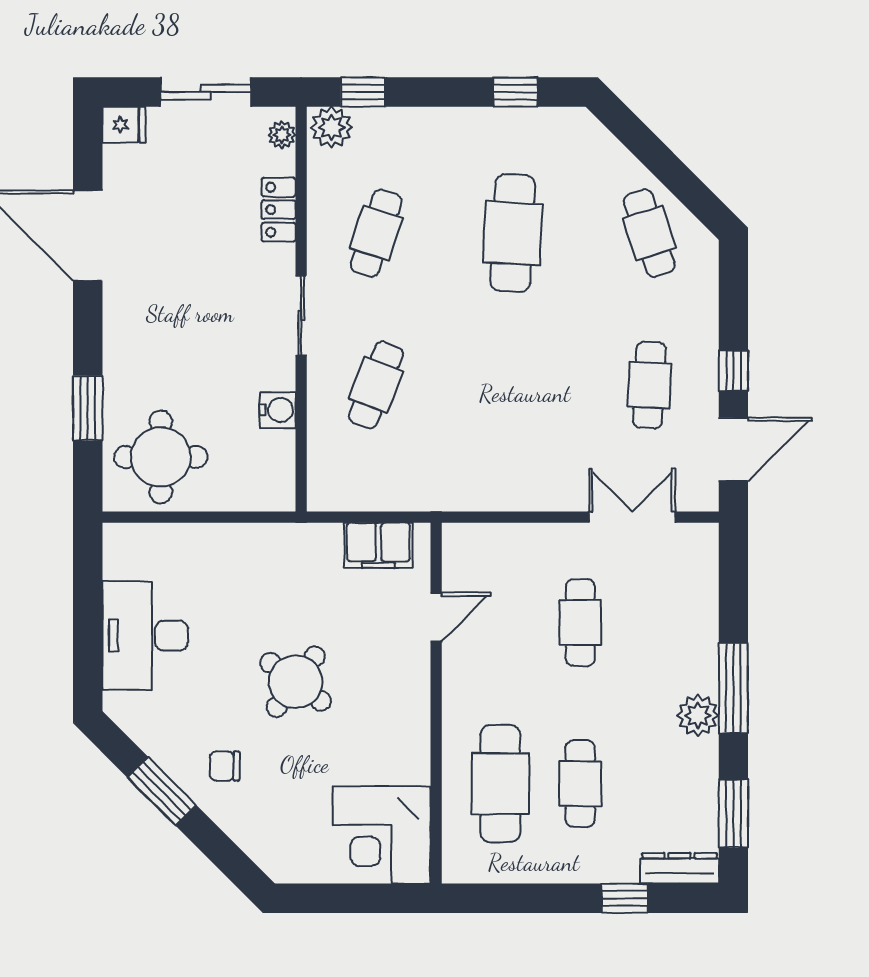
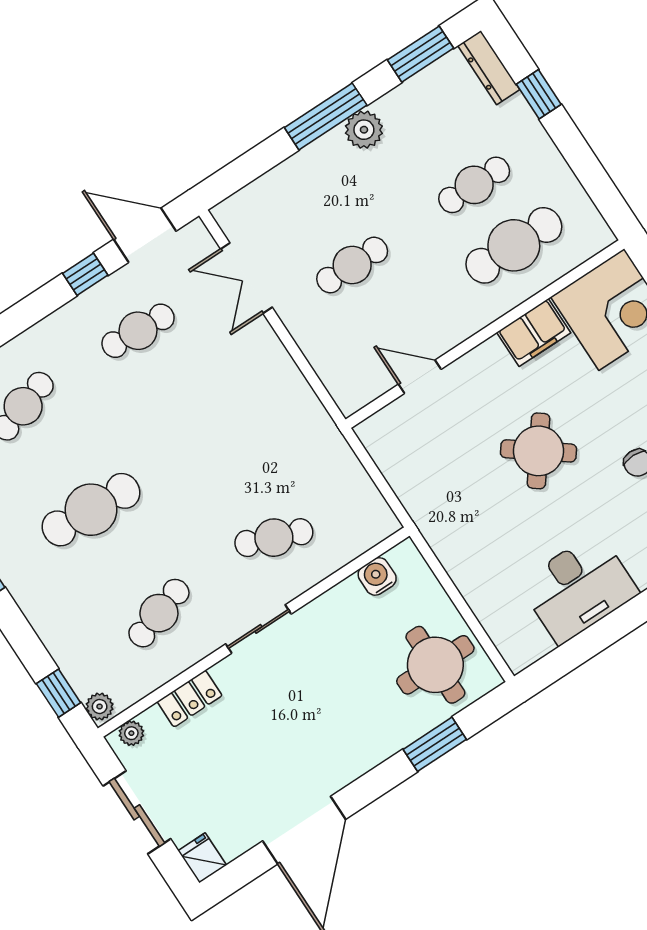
plant: (331, 127) -> (100, 707), width x0.73, depth x0.73
cafe table: (376, 233) -> (159, 613), turned -36
water cooler: (278, 410) -> (377, 576), moved
filing cabinet: (378, 545) -> (534, 333), moved, turned 90

